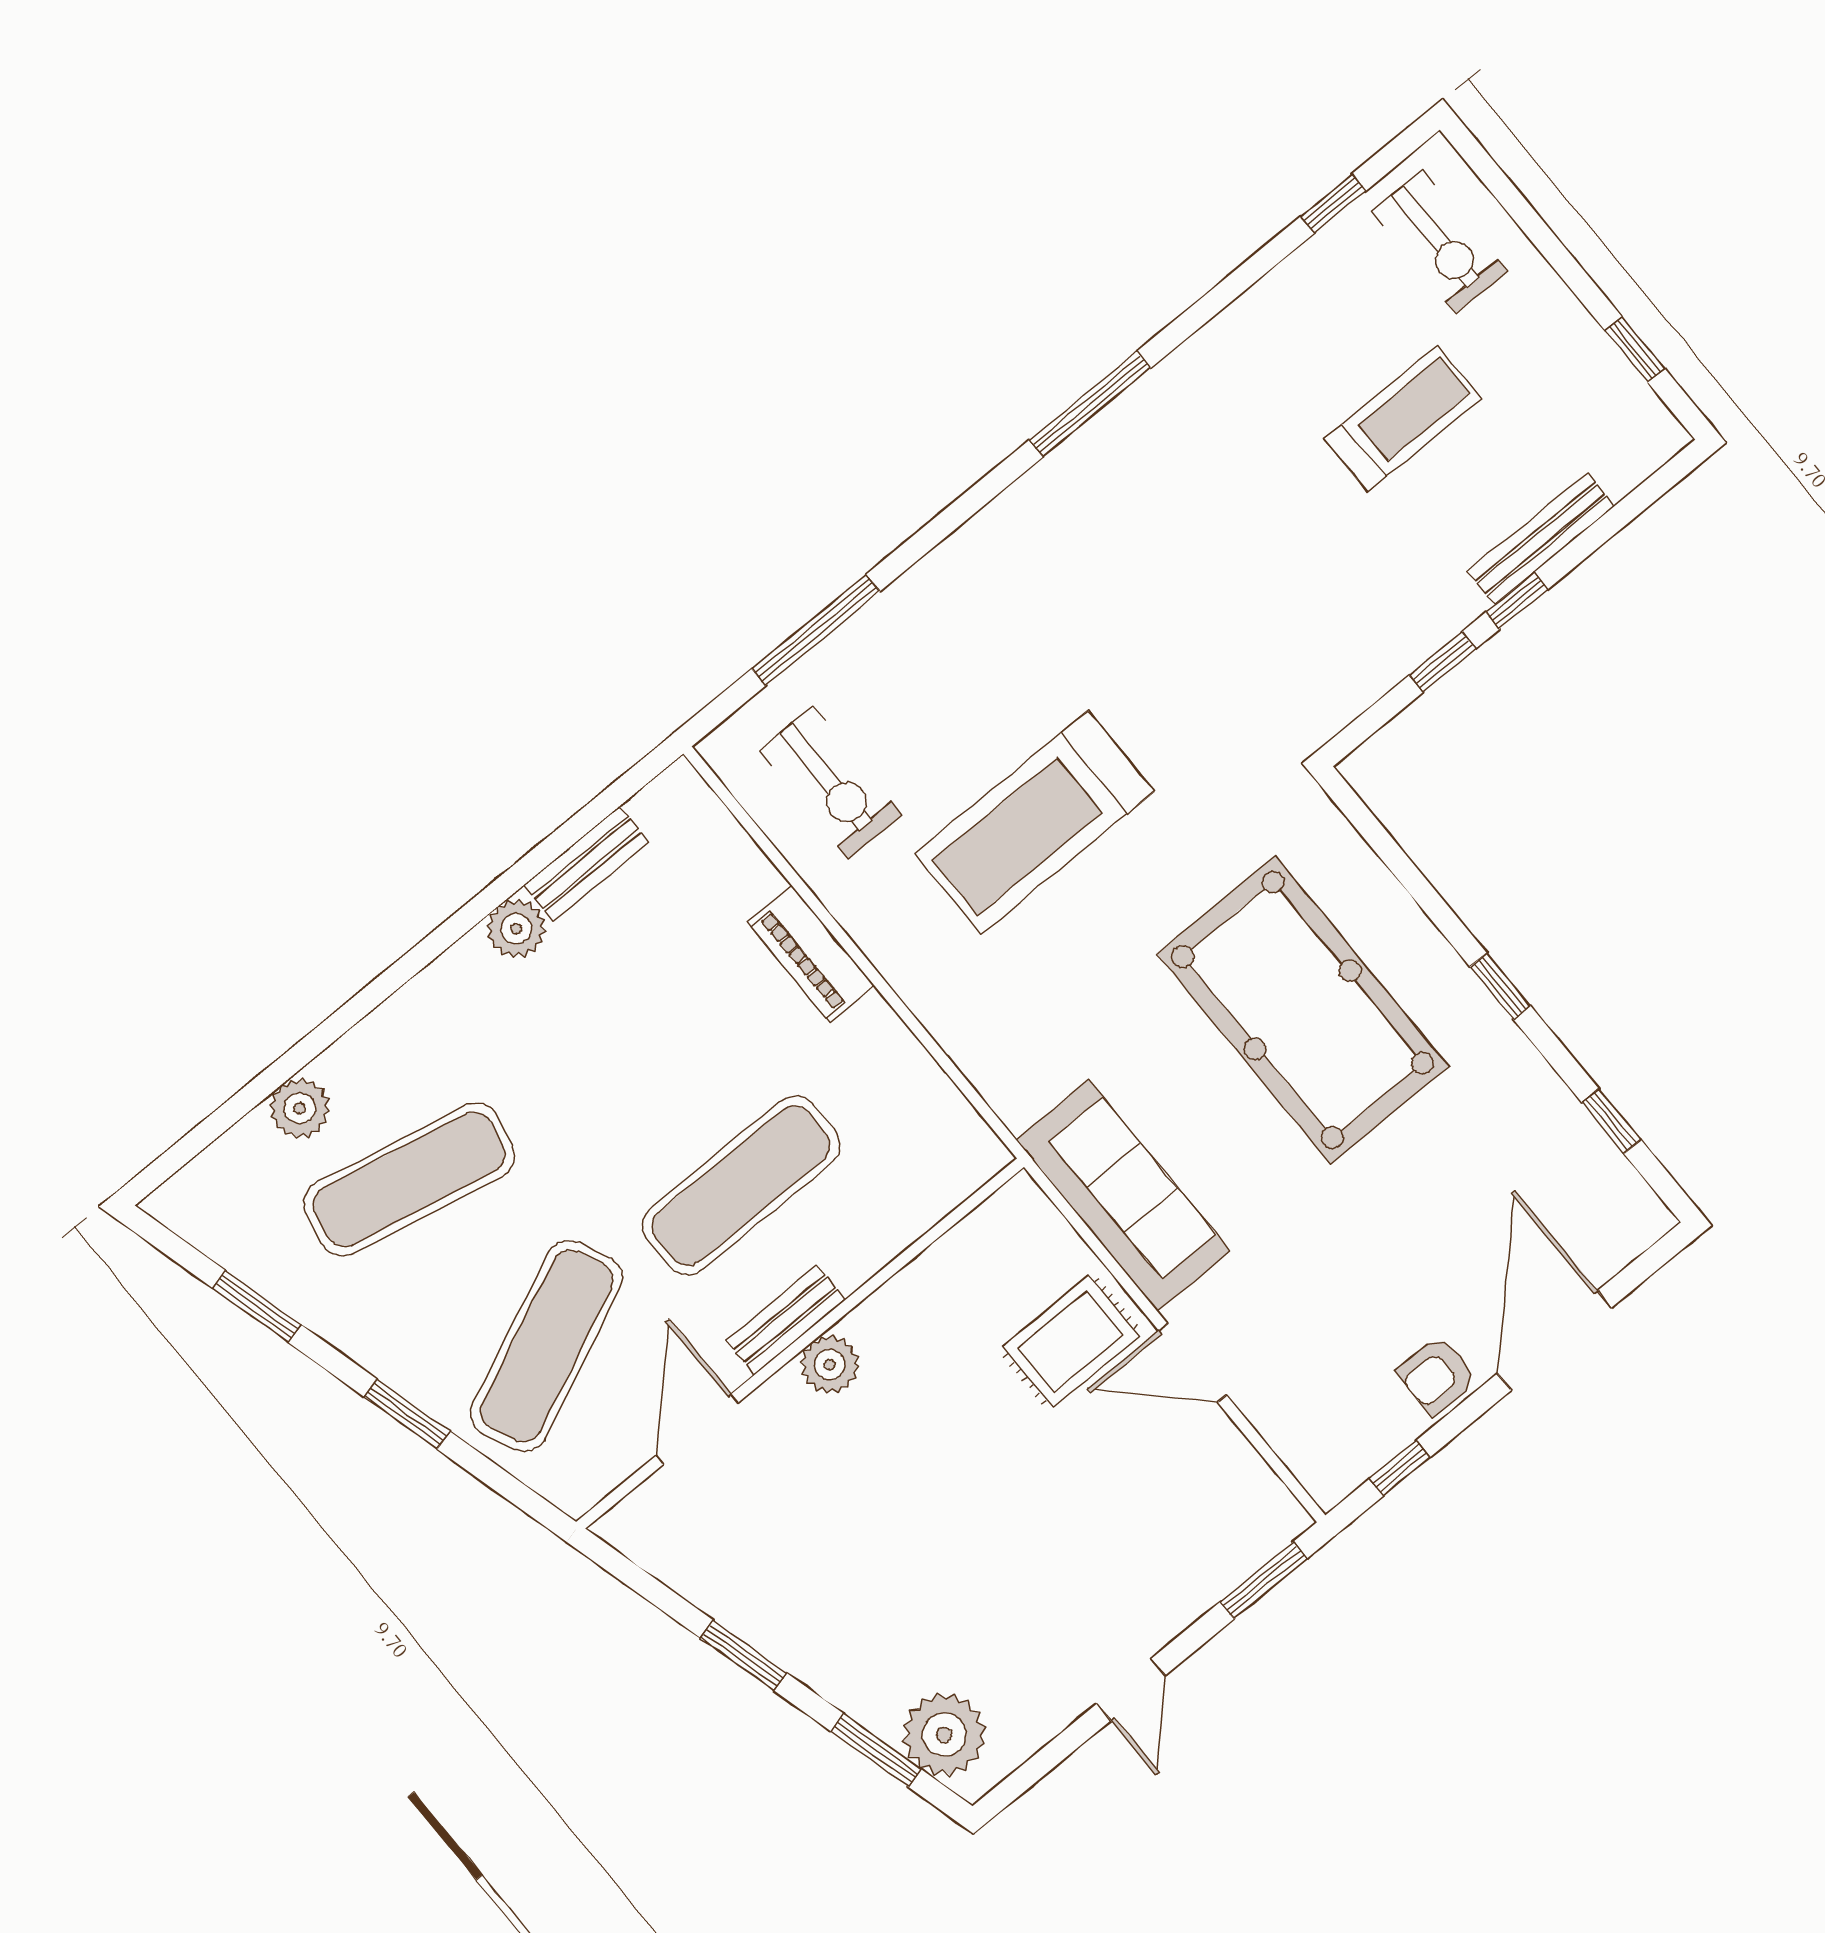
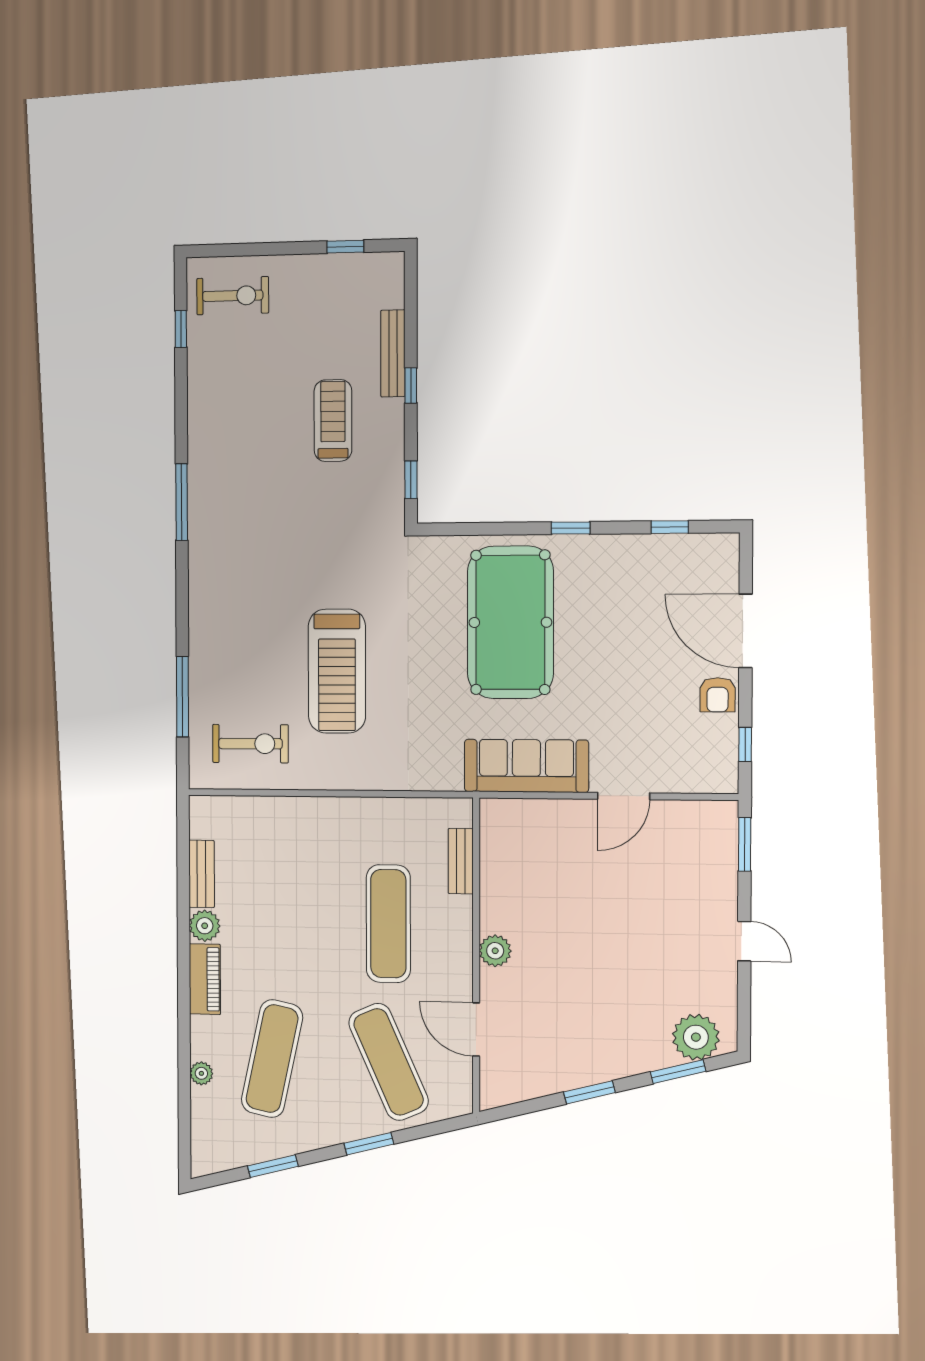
treadmill: (1403, 419) -> (333, 421), moved
window: (1443, 662) -> (411, 480), moved
piano: (811, 954) -> (205, 979), moved, turned -90
pool table: (1303, 1010) -> (510, 622), turned 90
plant: (300, 1108) -> (201, 1073), width x0.73, depth x0.73
bench: (786, 1320) -> (461, 861), moved
rug: (1071, 1341) -> (571, 840), removed

